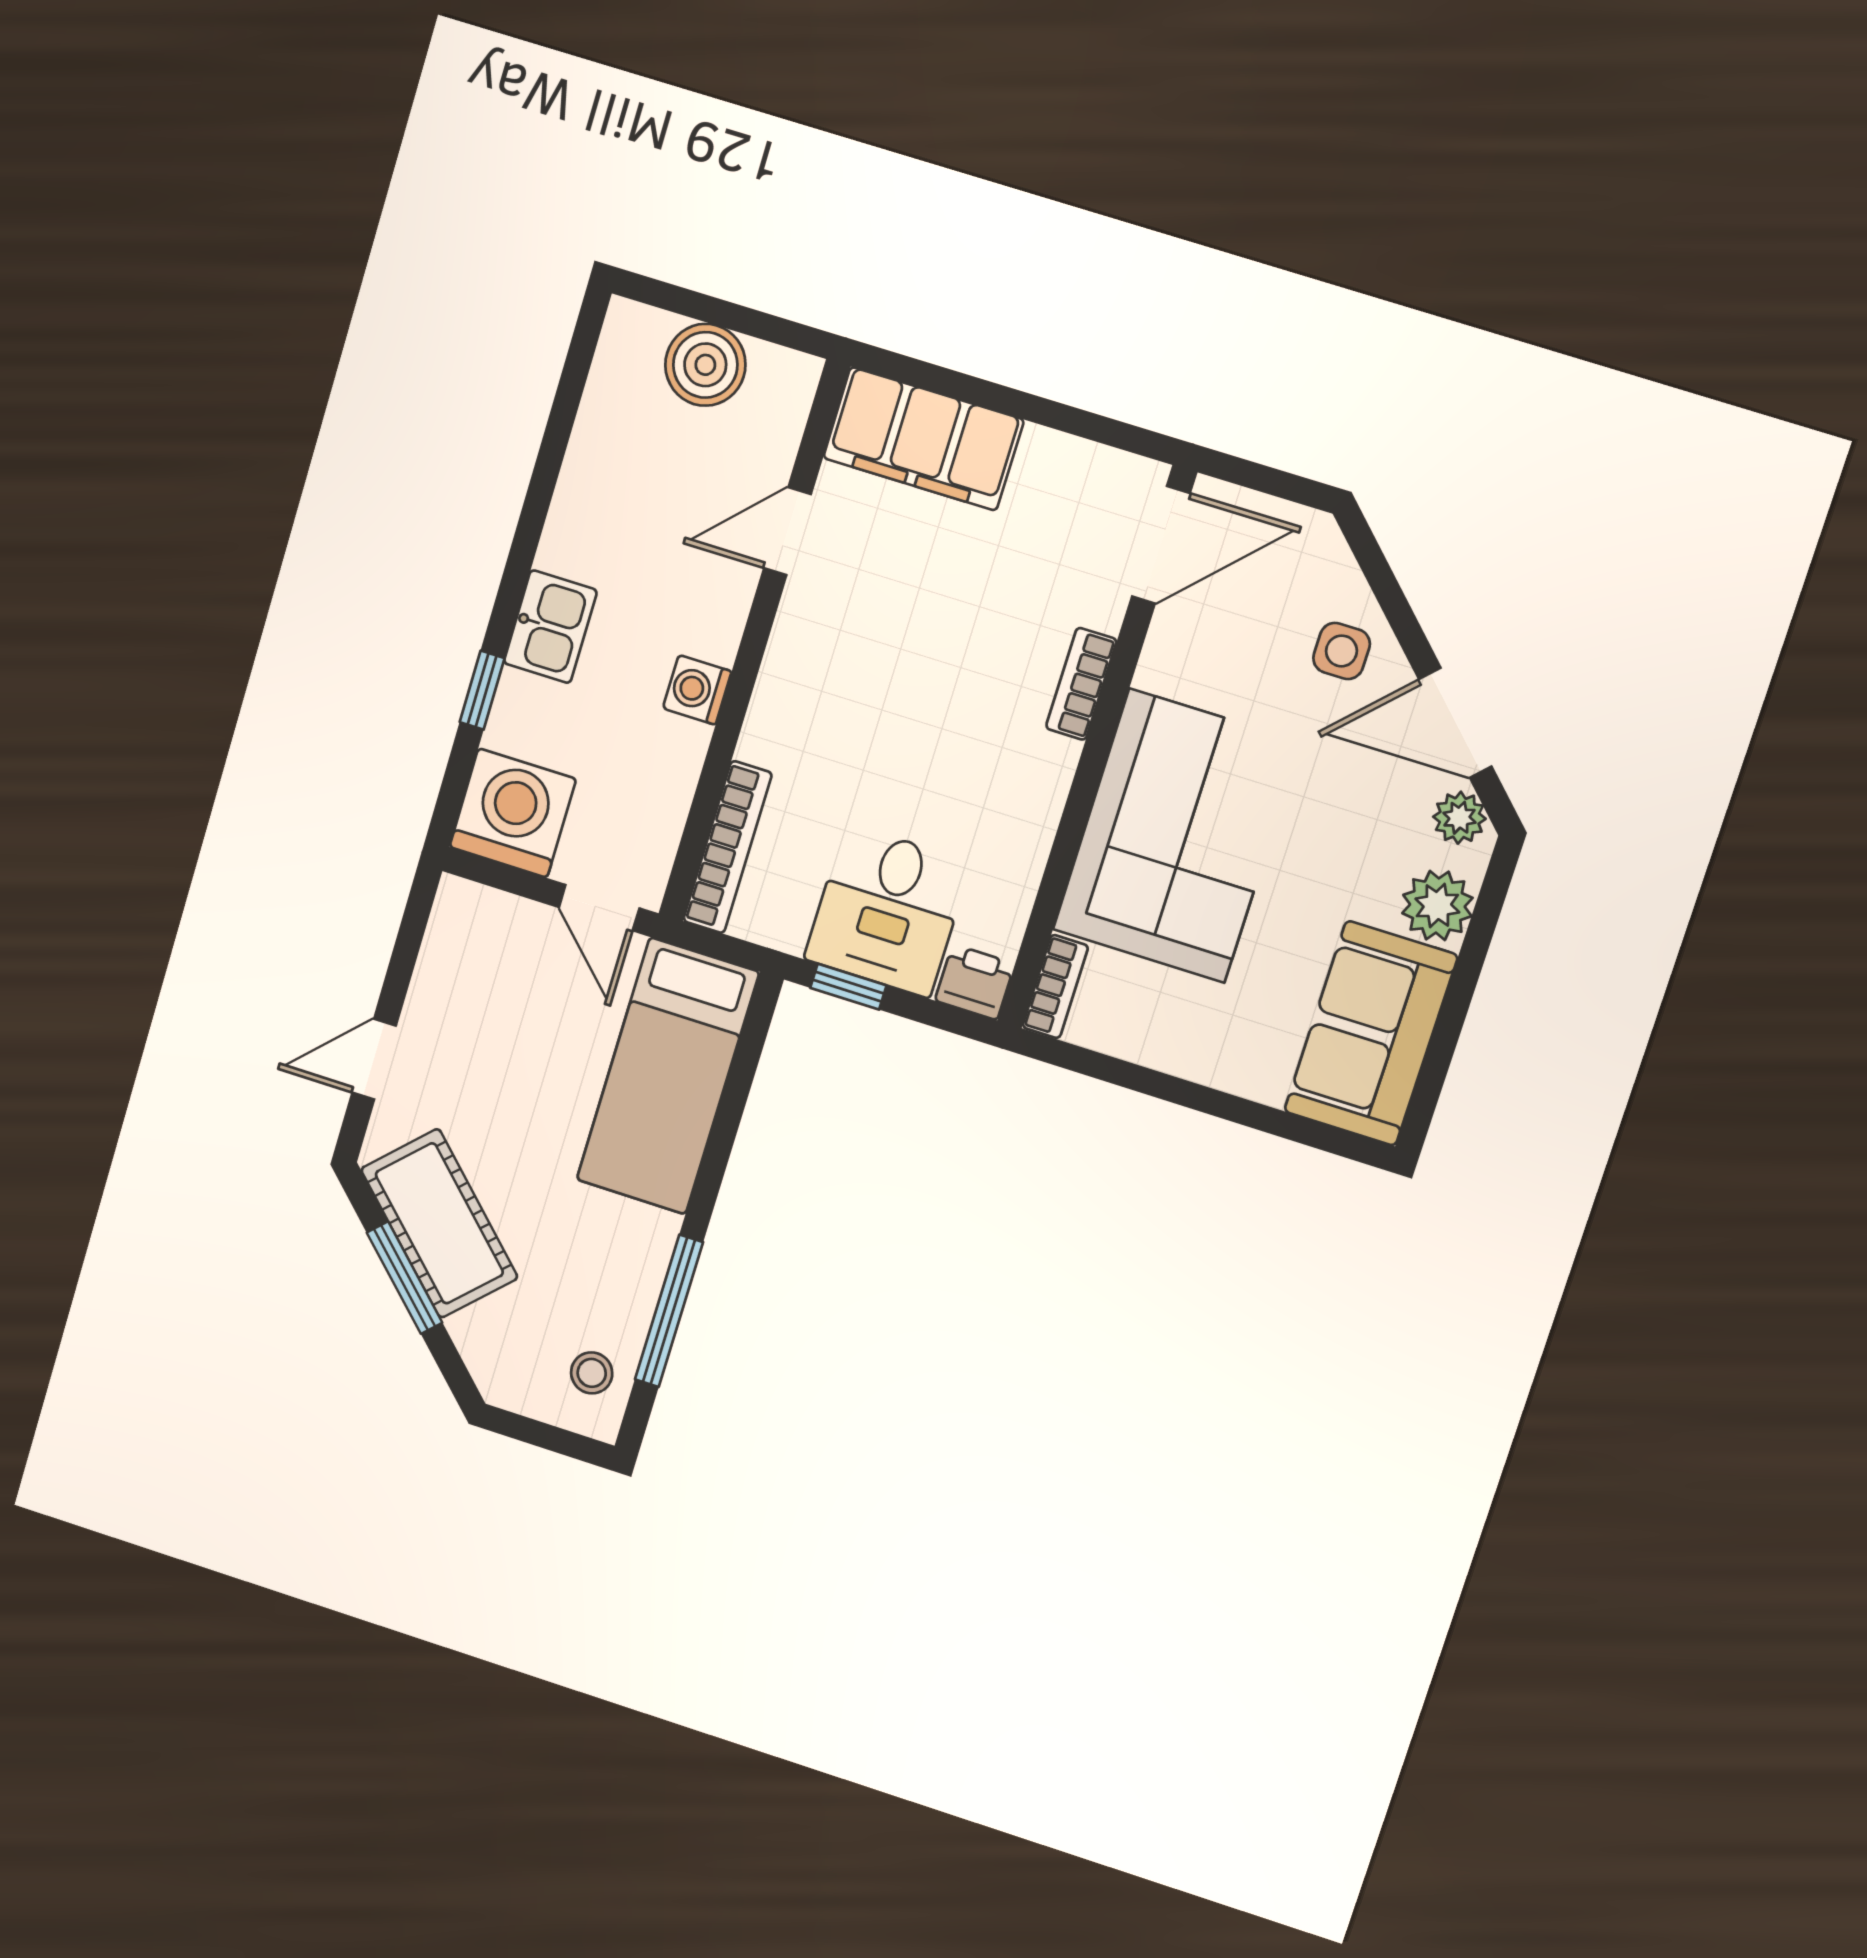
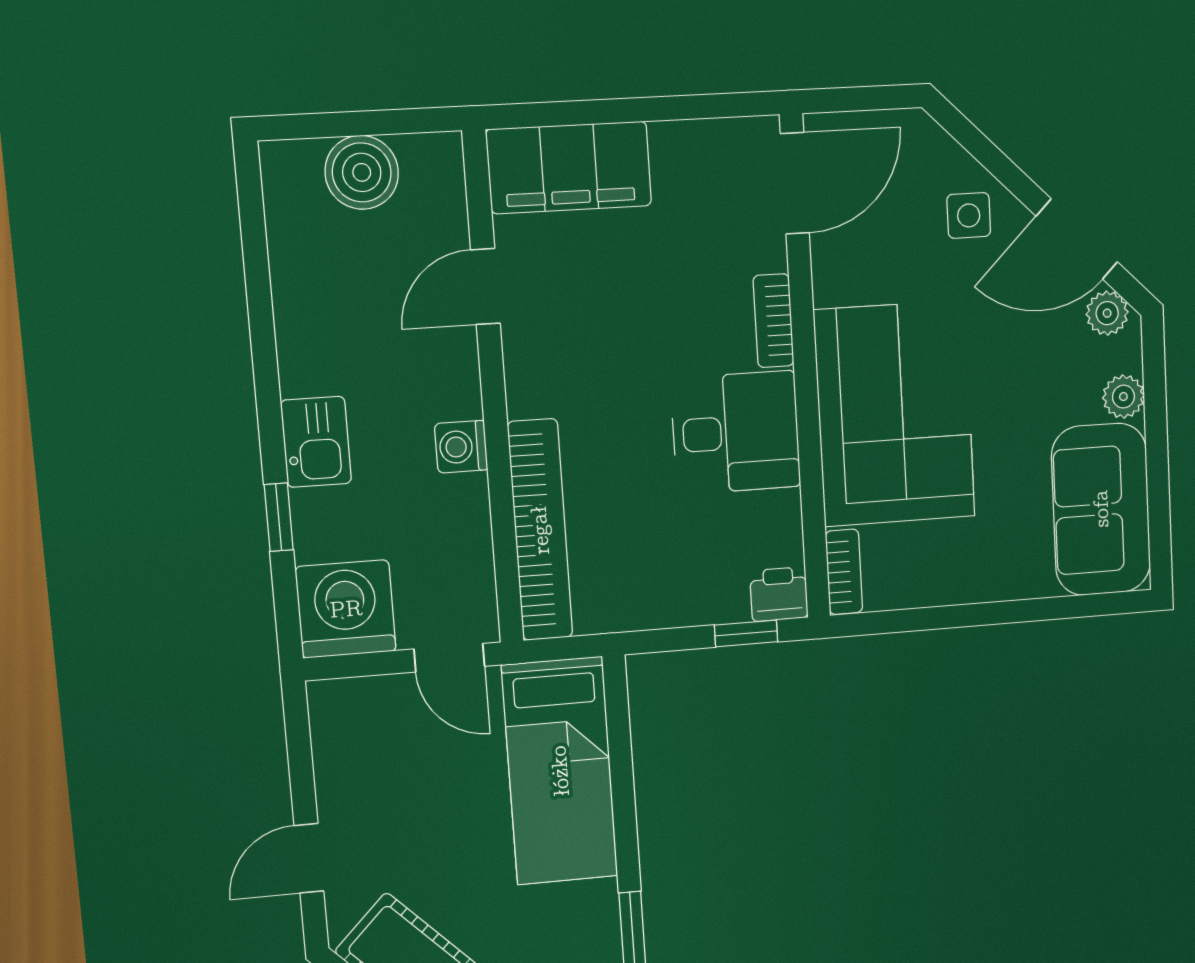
bookcase: (728, 847) -> (540, 530), width x1.48, depth x1.31
plant: (1437, 906) -> (1123, 397), width x0.73, depth x0.73
desk: (888, 911) -> (736, 432), moved, turned -90
window: (848, 987) -> (746, 633), moved

